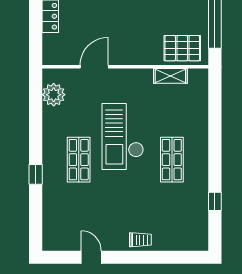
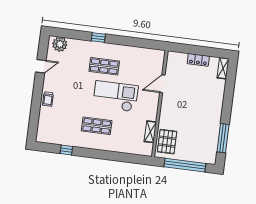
door: (94, 67) -> (162, 84), swing flipped
plant: (54, 95) -> (60, 44), moved

